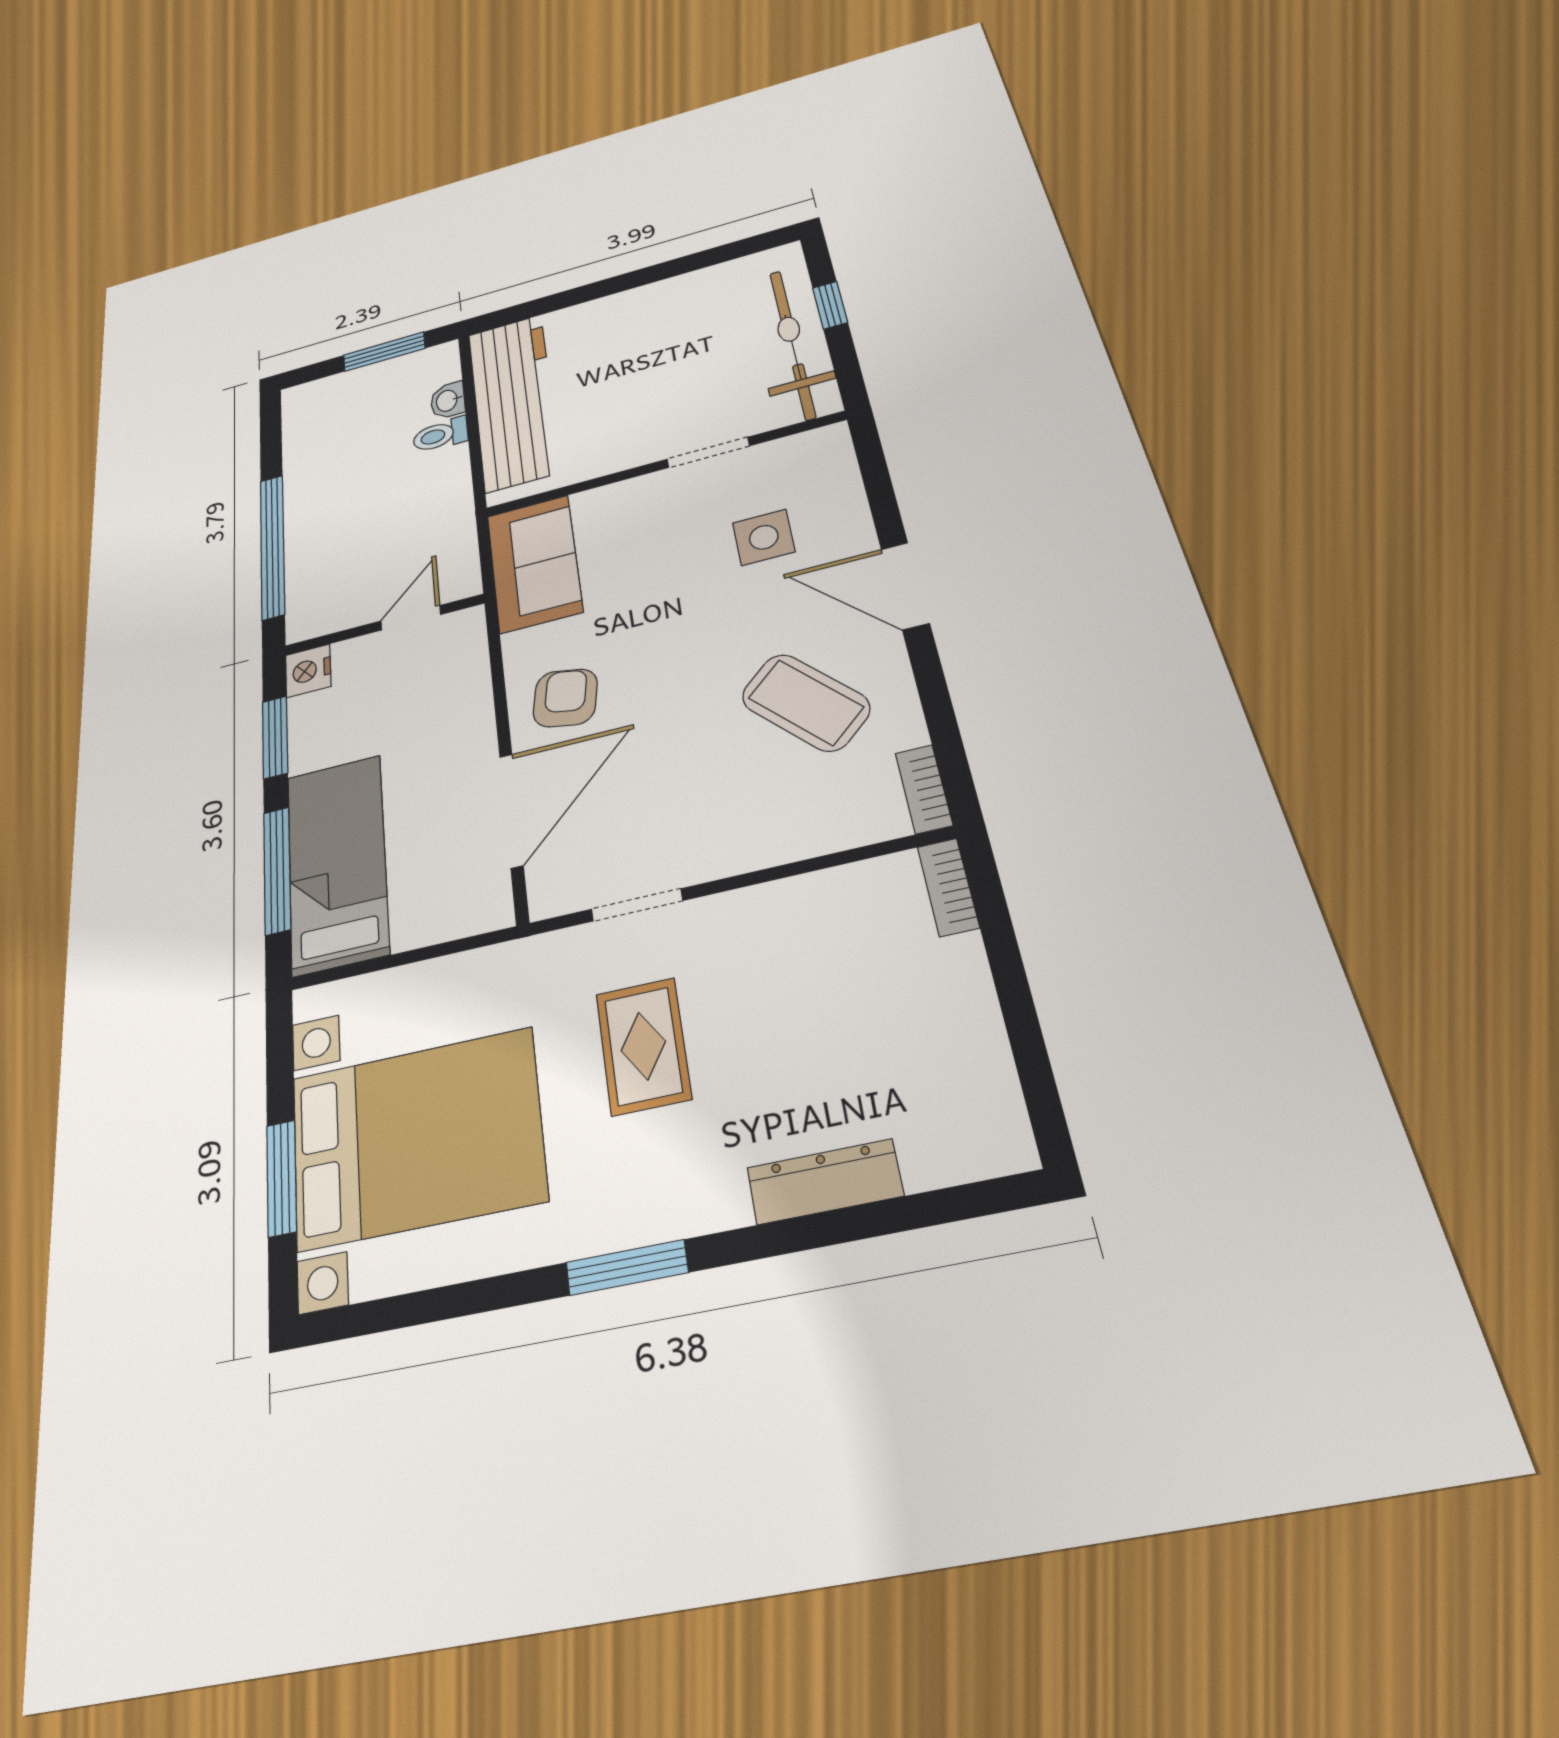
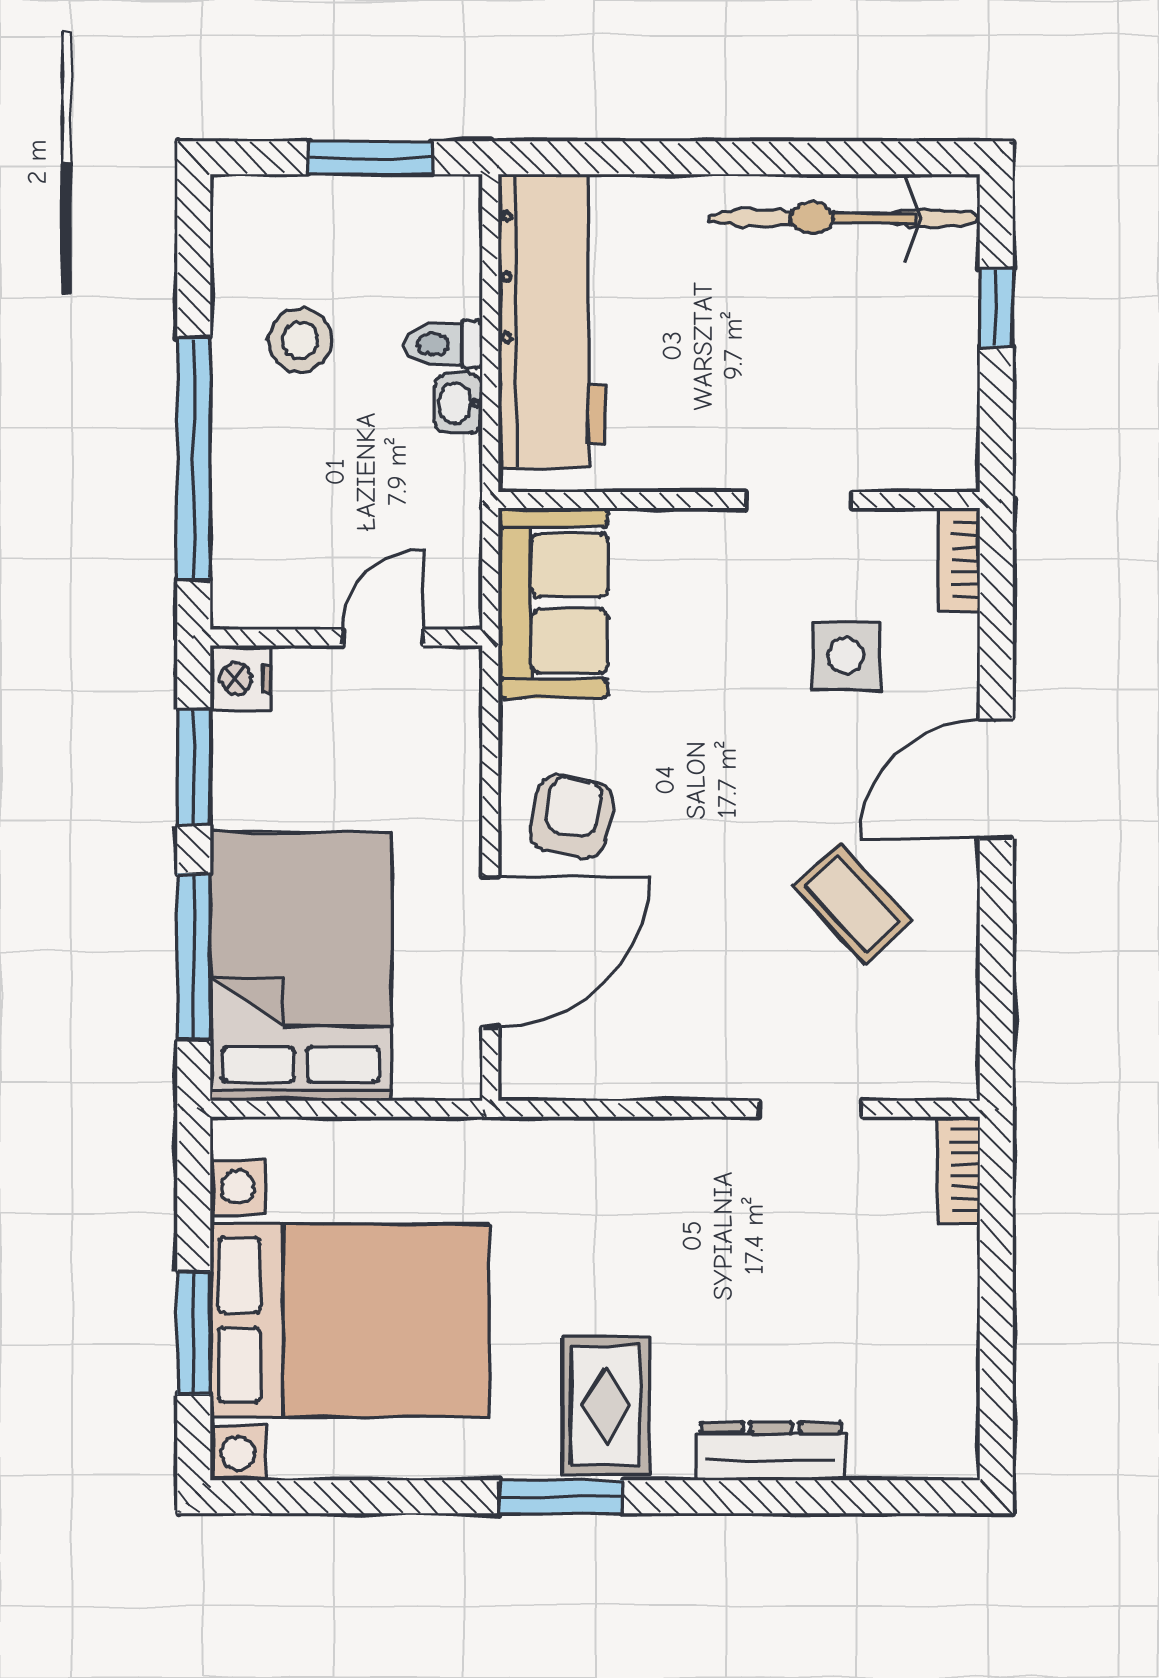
bicycle: (792, 344) -> (844, 218), moved, turned -90
washbasin: (448, 401) -> (458, 403), moved
stool: (342, 460) -> (300, 340), added
door: (905, 586) -> (996, 779), hinge flipped
coffee table: (806, 702) -> (853, 904), width x0.73, depth x0.77
bookcase: (924, 789) -> (959, 560), moved
bed: (337, 863) -> (301, 966), width x1.50
doorway: (637, 905) -> (810, 1109), moved
rug: (643, 1046) -> (606, 1406), moved

